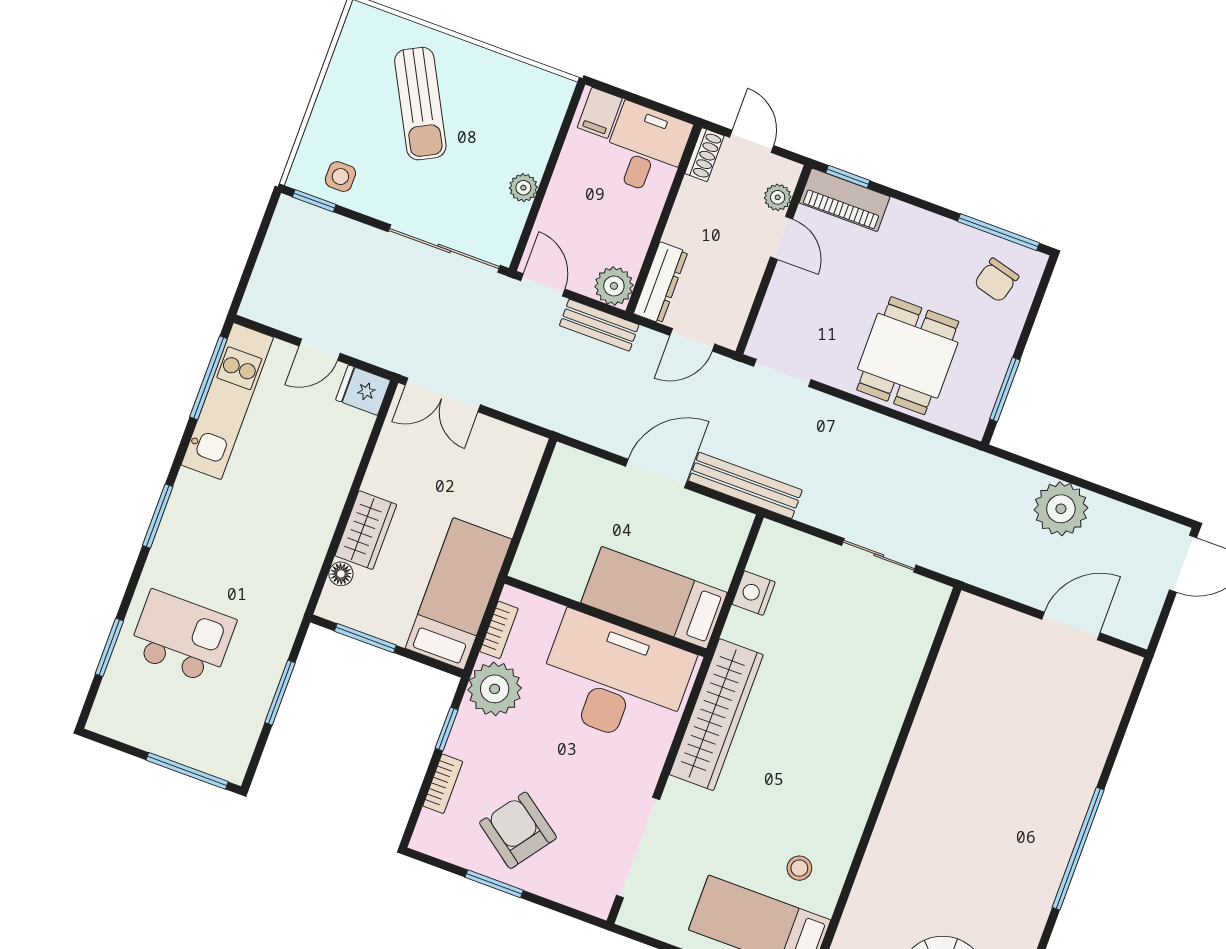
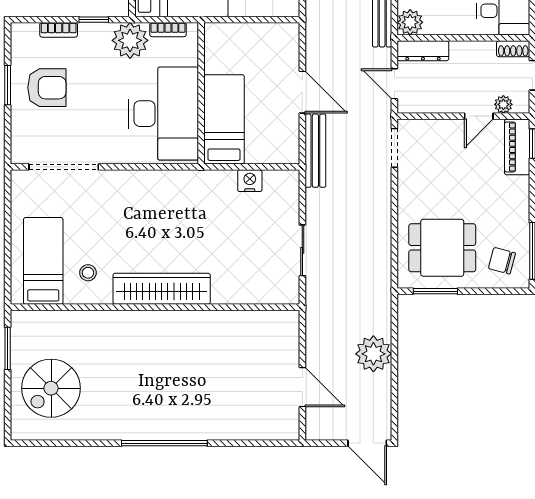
dining table: (908, 356) -> (442, 248), moved
wardrobe: (716, 715) -> (162, 289), moved, turned 180
armchair: (518, 830) -> (47, 88), turned 54

